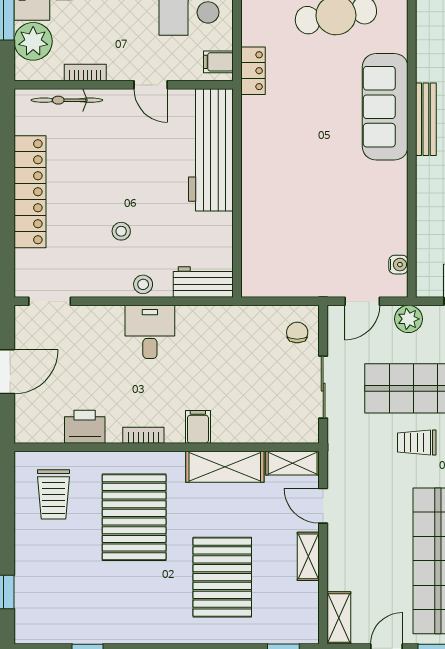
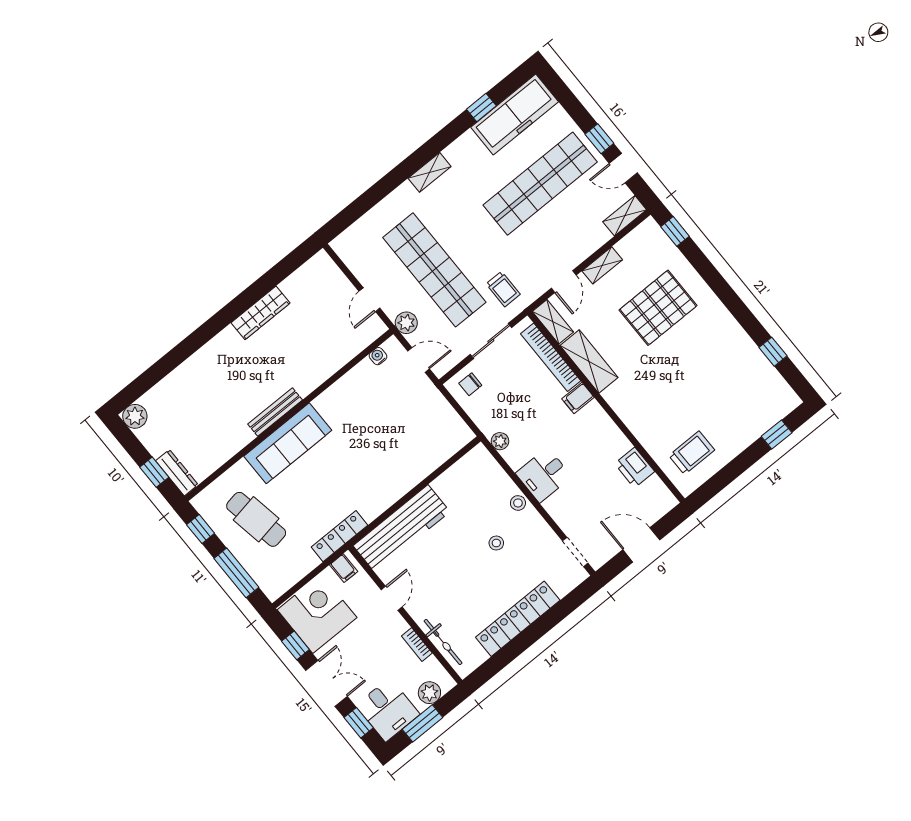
plant: (33, 41) -> (429, 693), width x0.73, depth x0.73
locker: (253, 71) -> (339, 536), width x1.53
workbench: (203, 282) -> (486, 467), removed
plant: (218, 316) -> (500, 441), added
bookcase: (143, 435) -> (551, 357), moved, width x2.31, depth x1.31
trolley: (417, 442) -> (503, 289), moved
pallet: (134, 517) -> (665, 392), removed

